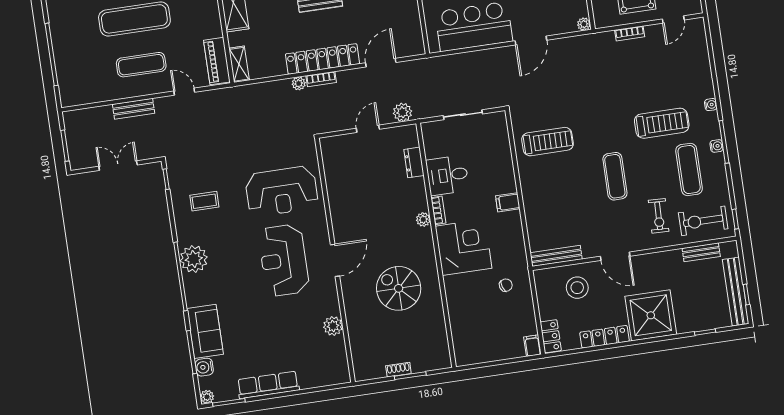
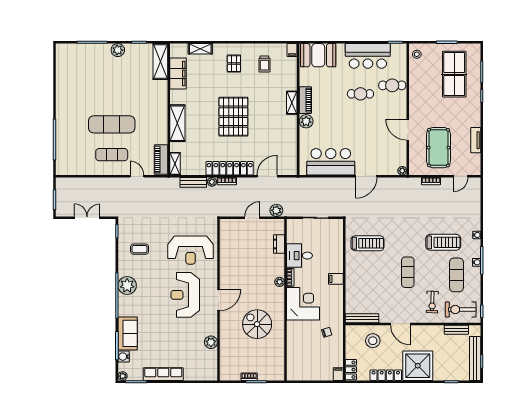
bench: (134, 109) -> (193, 182), moved

